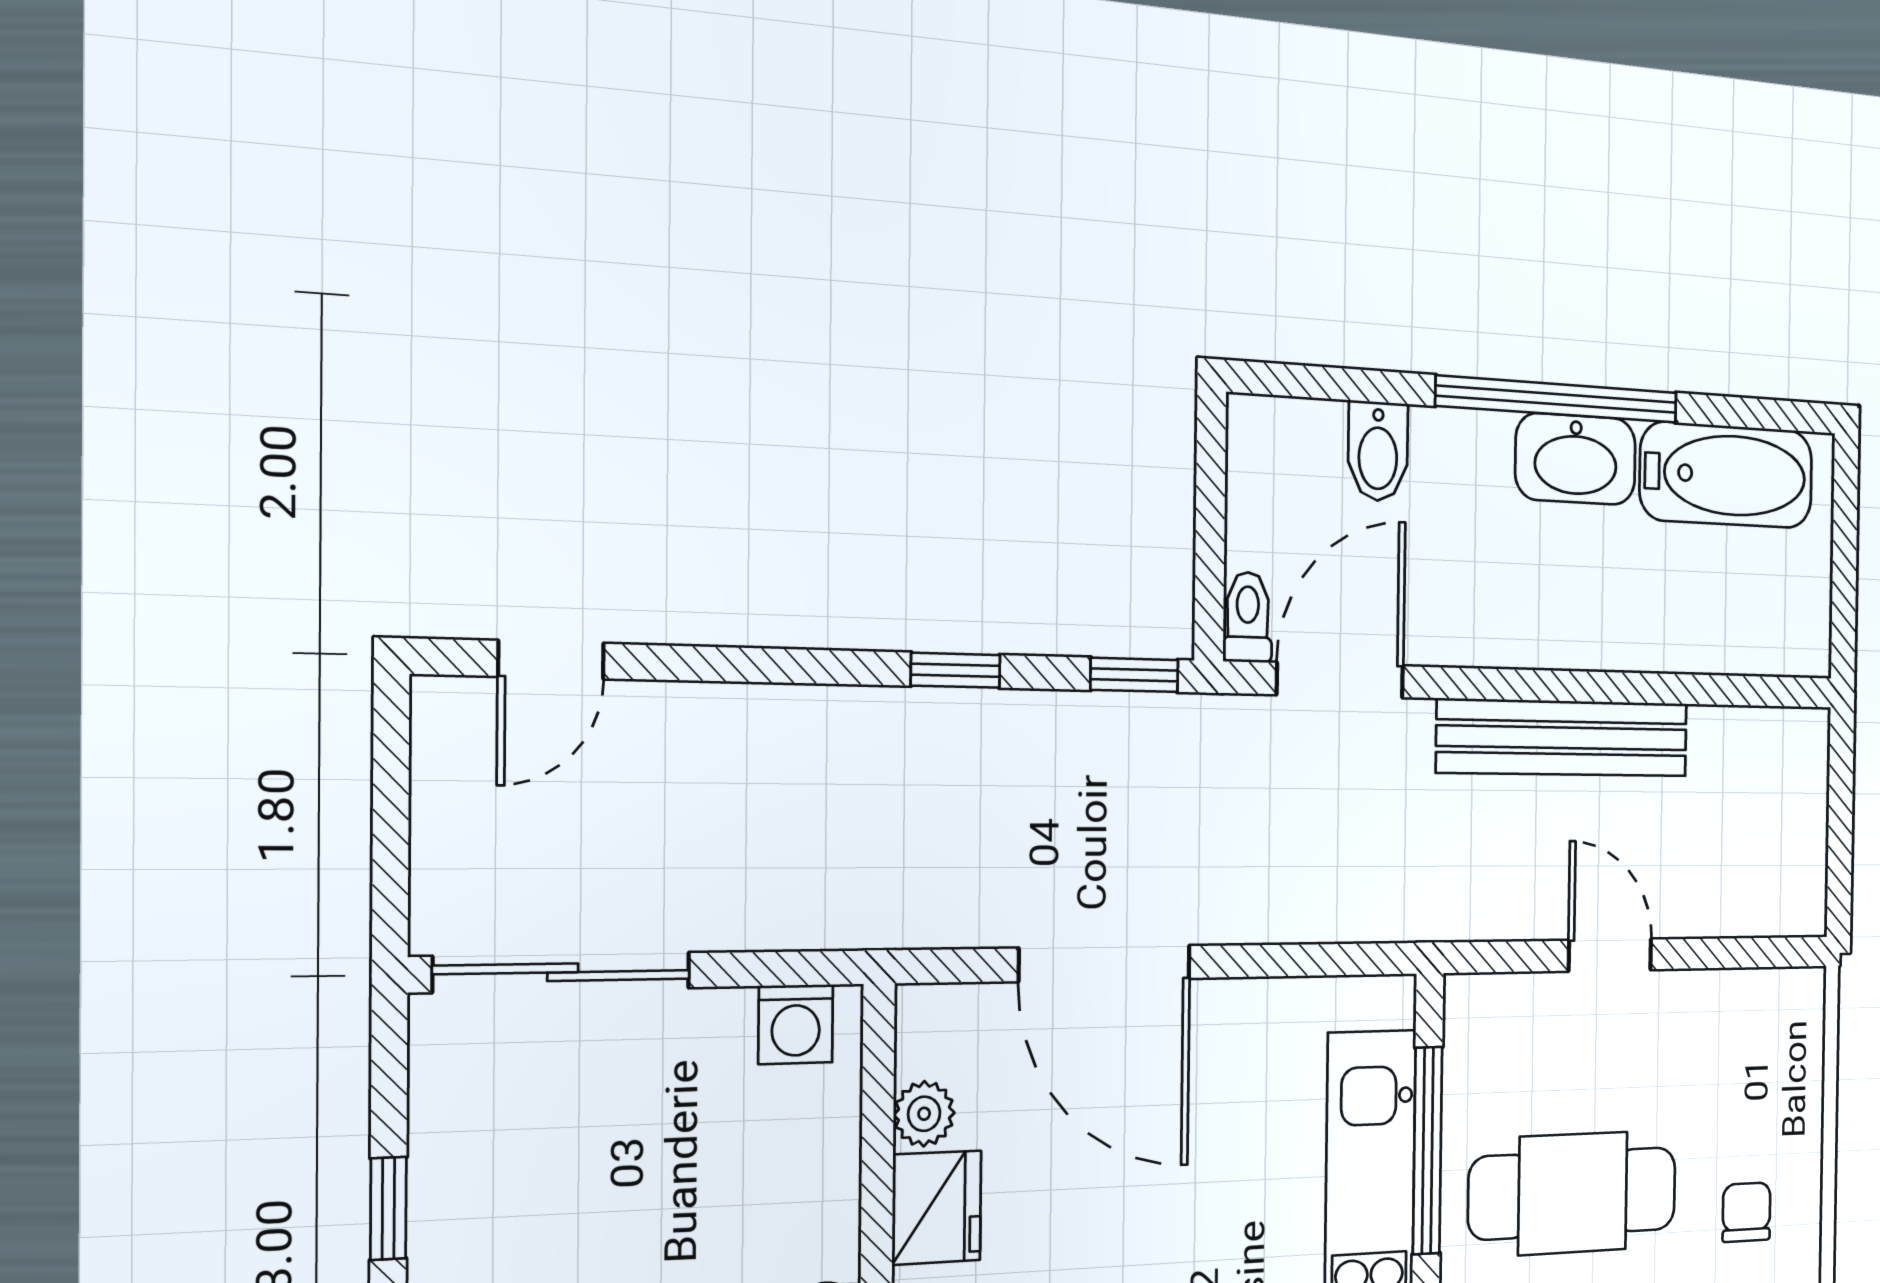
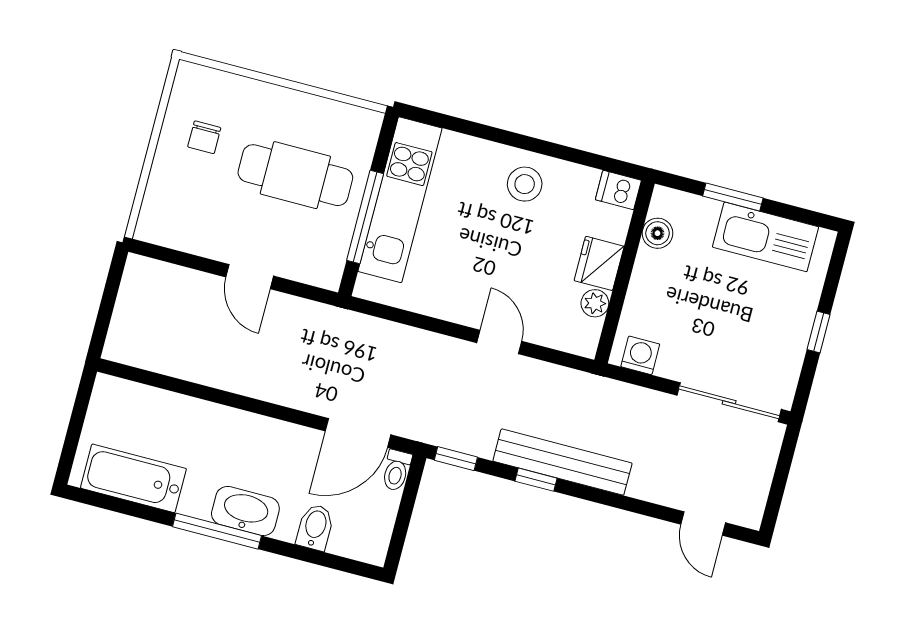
window: (1558, 399) -> (217, 531), width x0.68
washbasin: (1576, 459) -> (245, 511), moved
door: (551, 660) -> (703, 524), swing flipped
bench: (1563, 738) -> (562, 462), moved
door: (1105, 963) -> (499, 342), width x0.53

